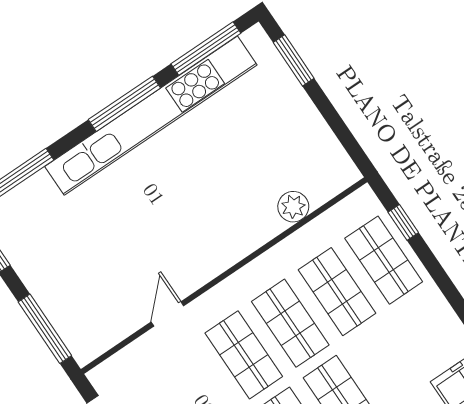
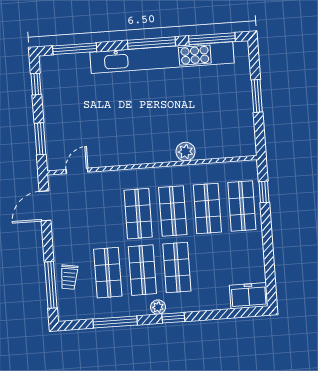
window: (294, 60) -> (257, 96), moved
plant: (293, 207) -> (186, 152), moved
door: (167, 314) -> (77, 171), moved
window: (45, 329) -> (40, 139), width x0.69

